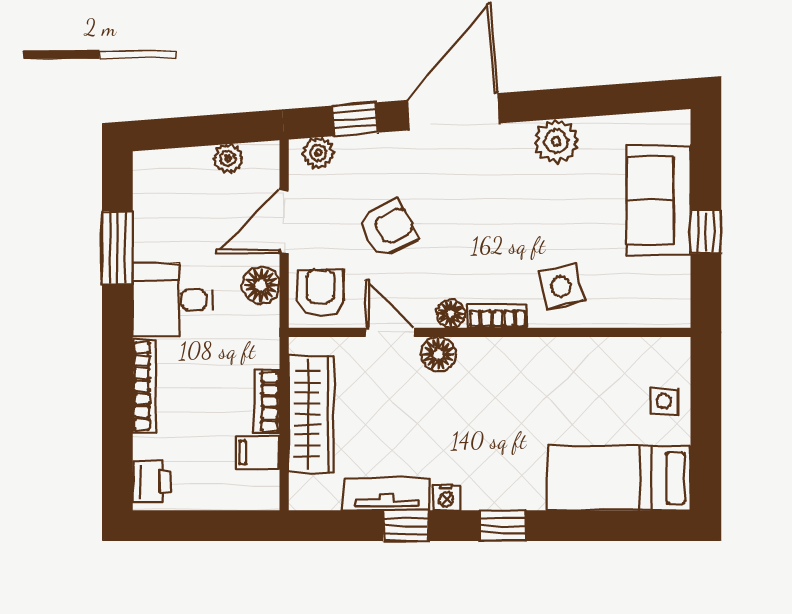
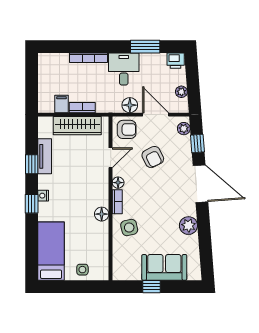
floor lamp: (439, 354) -> (102, 214), moved
printer: (152, 482) -> (176, 61), moved
nightstand: (446, 498) -> (43, 196), moved

